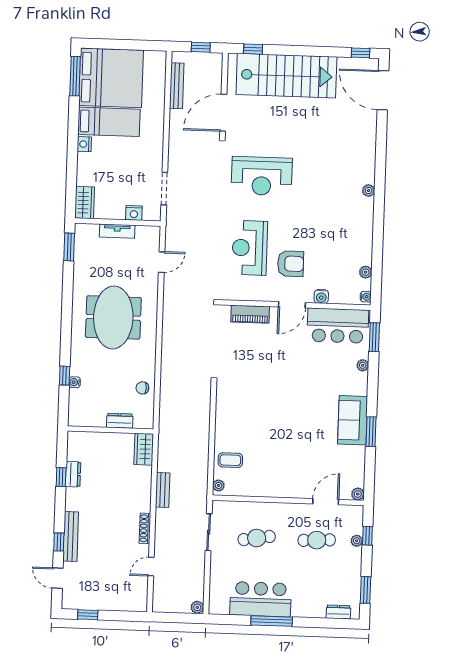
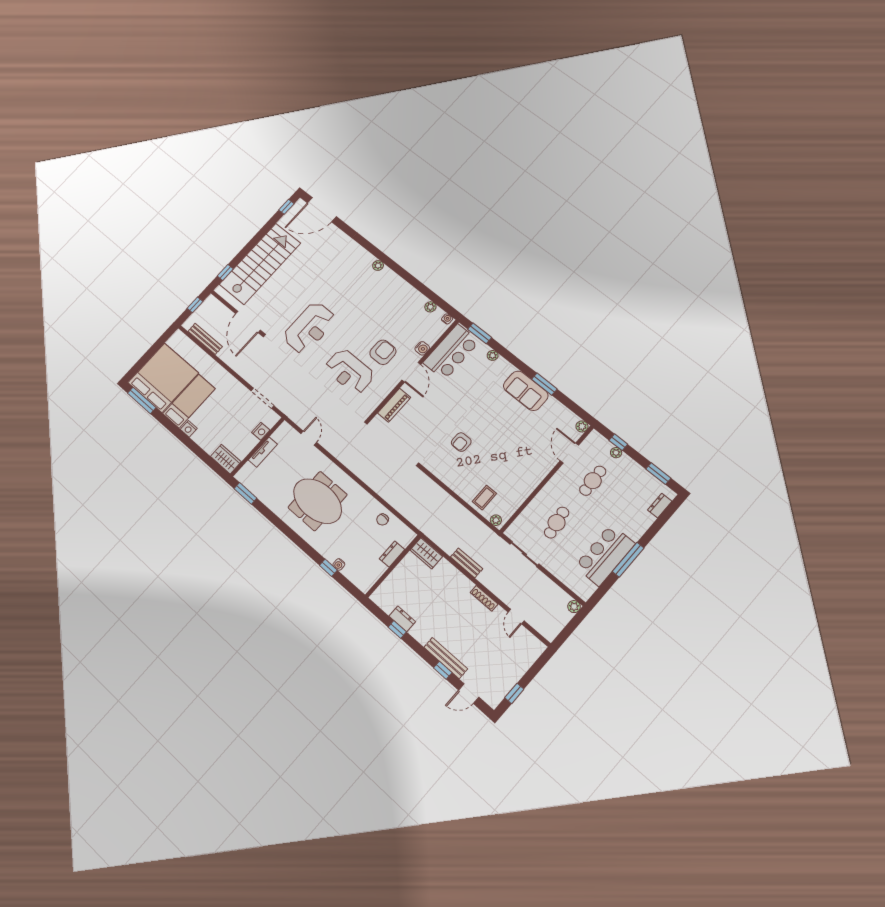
armchair: (263, 401) -> (461, 442), added

